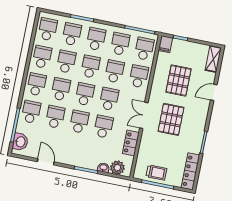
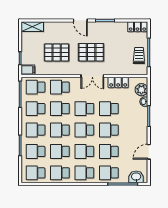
door: (214, 92) -> (80, 20), moved
locker: (190, 171) -> (137, 27), width x0.66

